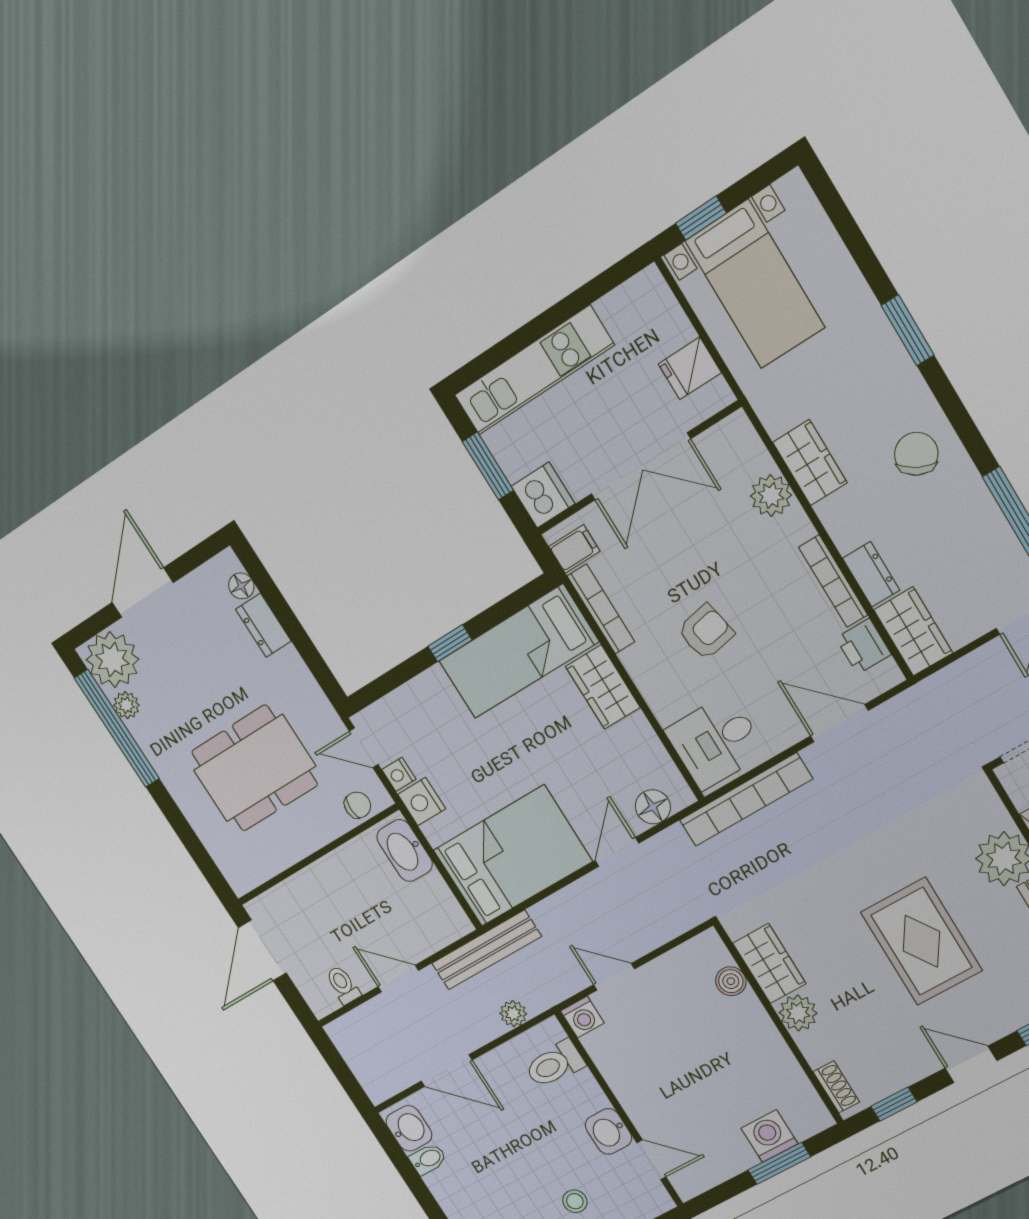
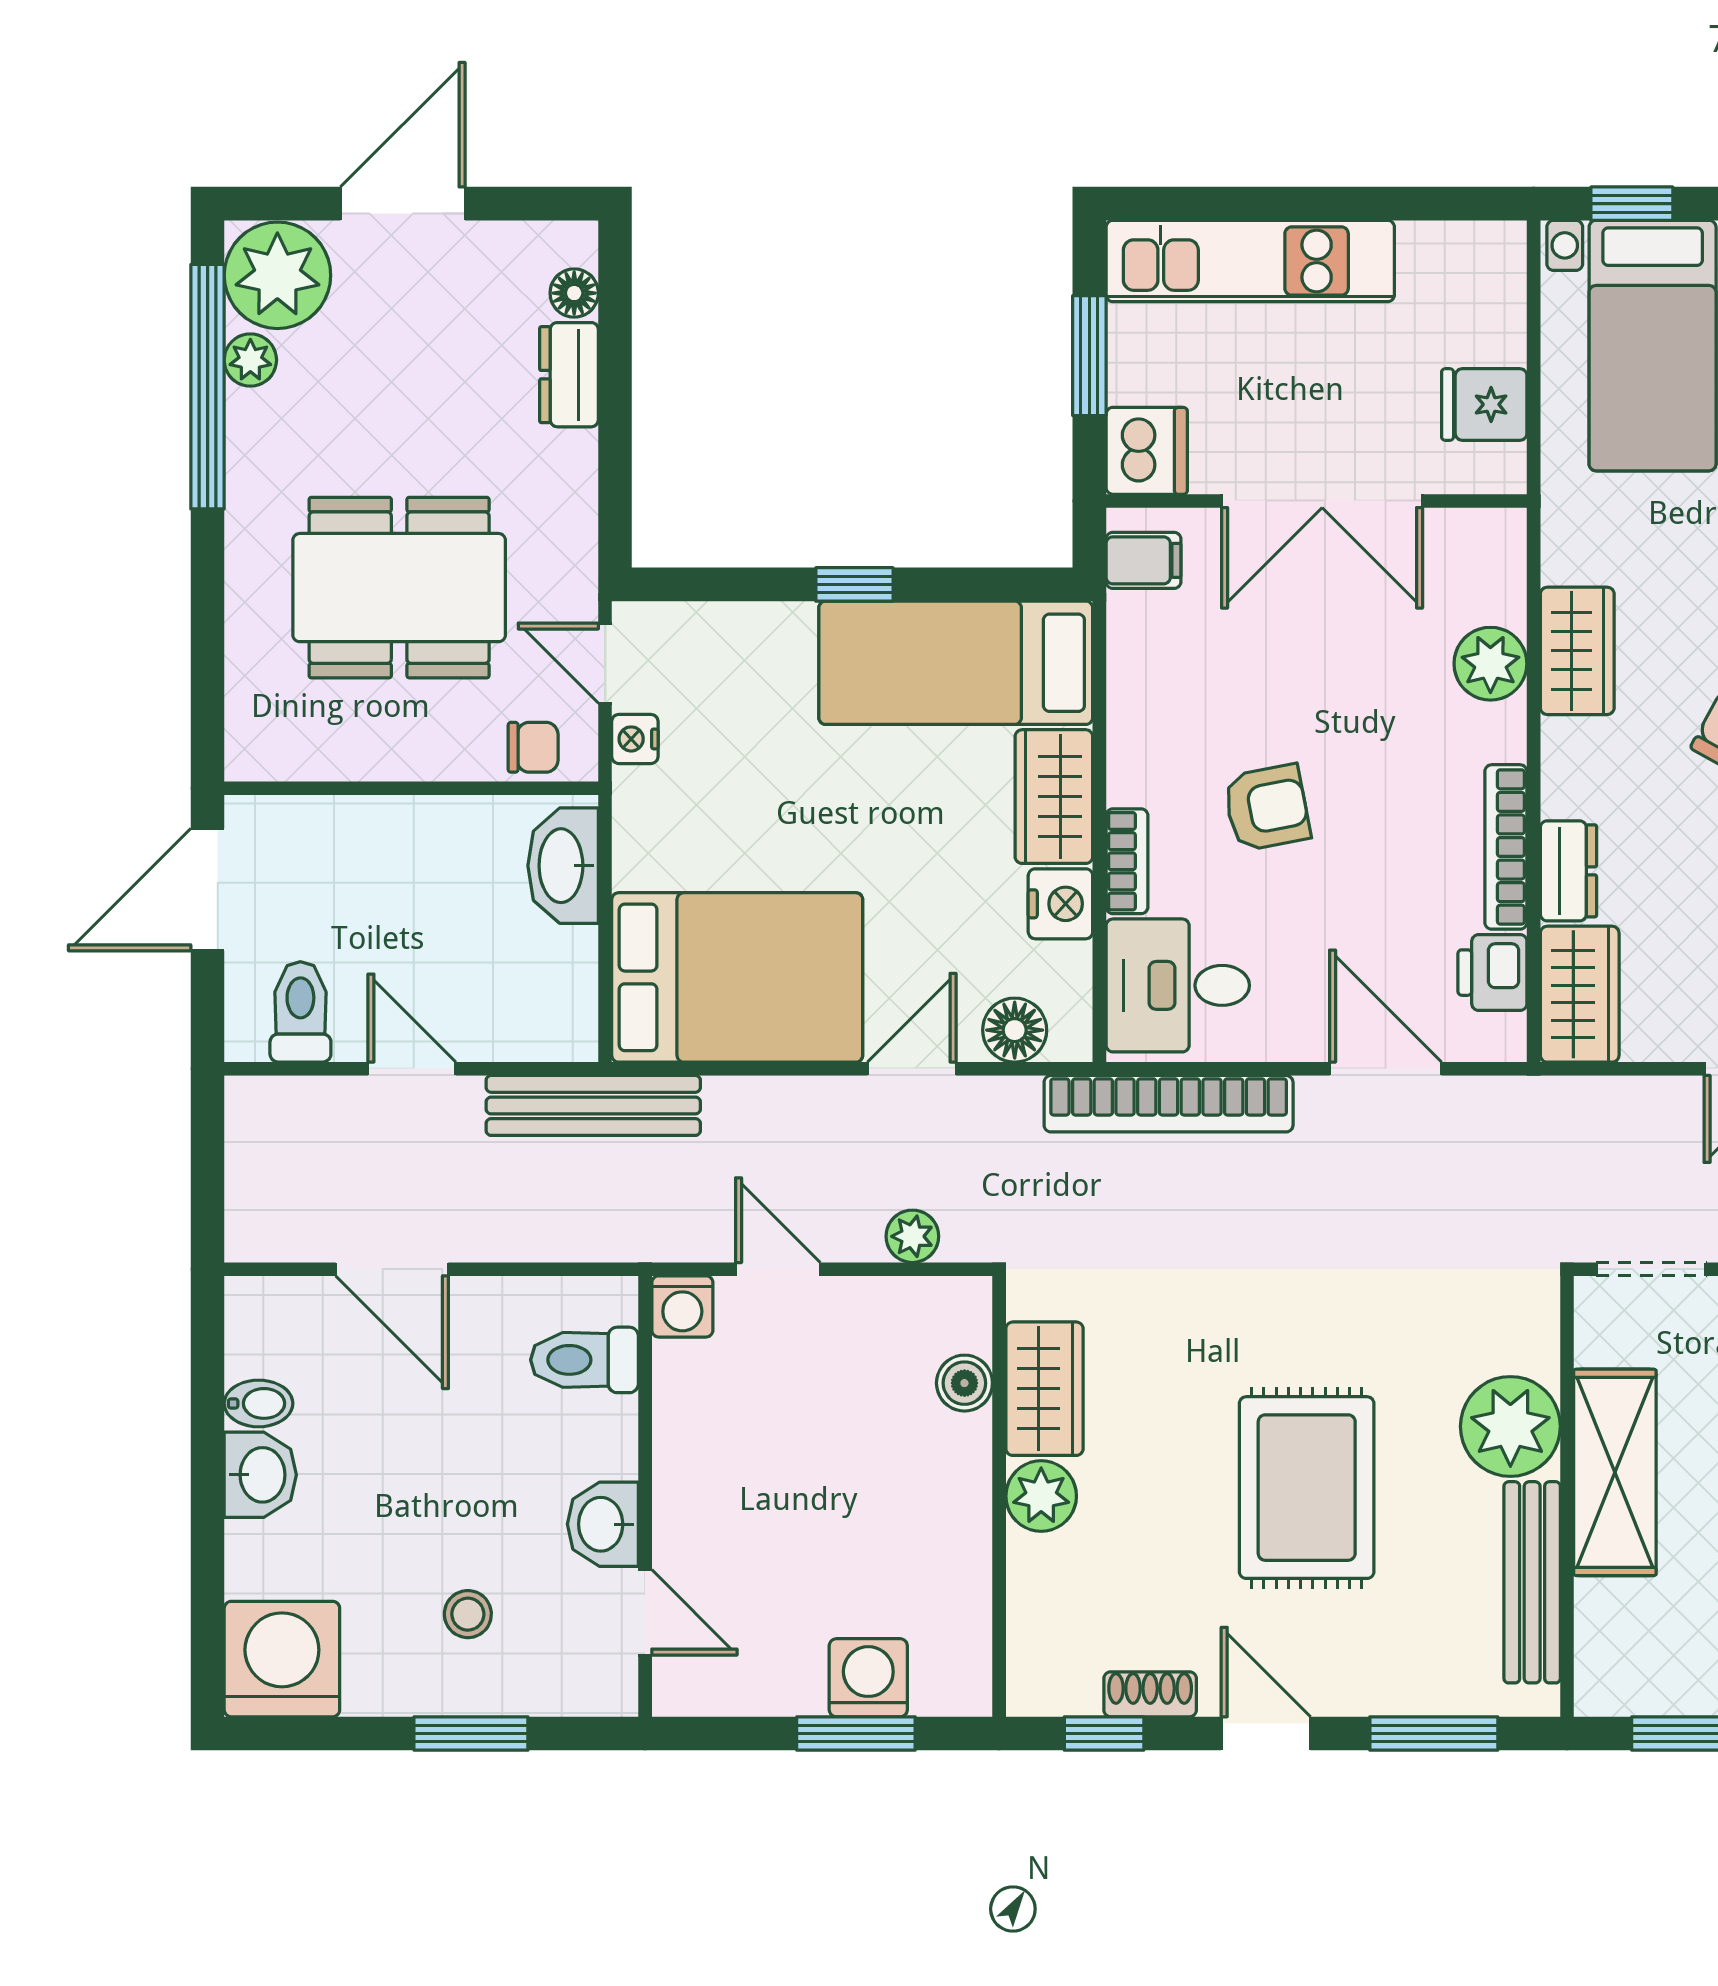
bookcase: (601, 609) -> (1127, 861), moved, width x0.64
nightstand: (422, 802) -> (1060, 904), moved, turned 180
toilet: (343, 985) -> (300, 1012), width x1.37, depth x1.39
plant: (513, 1014) -> (912, 1236), moved
shoe rack: (836, 1087) -> (1150, 1694), moved, turned -90
washbasin: (409, 1128) -> (260, 1475), moved

